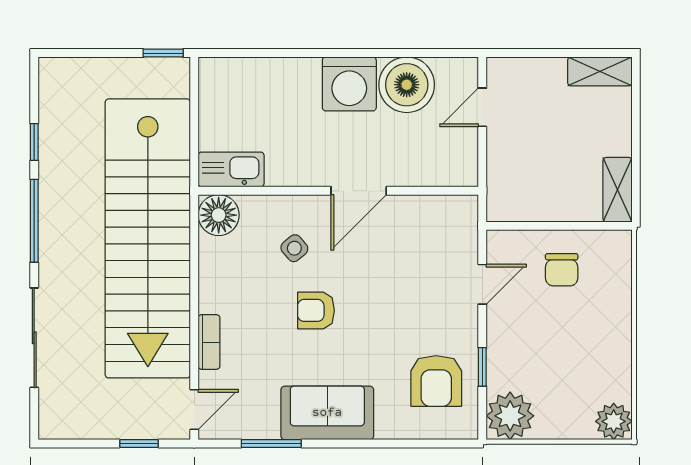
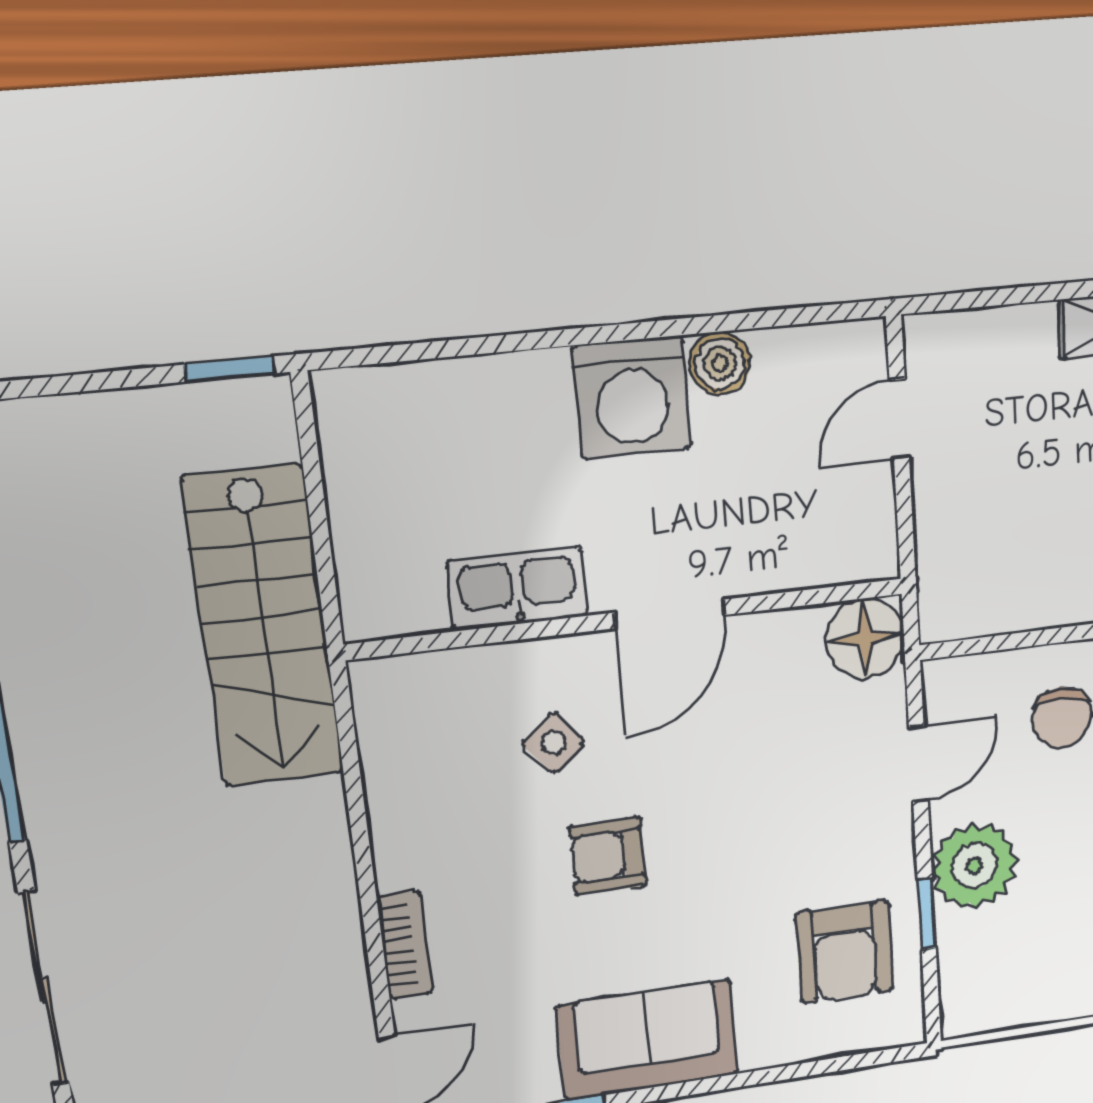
boiler: (407, 85) -> (720, 363), width x0.54, depth x0.54
kitchen sink: (231, 169) -> (518, 588), moved
floor lamp: (219, 215) -> (865, 638), moved
stairs: (148, 238) -> (264, 627), width x0.54, depth x0.66
plant: (510, 416) -> (975, 866), moved

